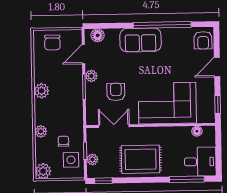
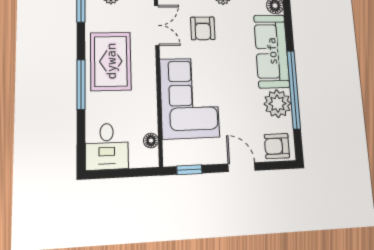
plant: (172, 38) -> (277, 104), added
sofa: (140, 40) -> (272, 51), width x1.36
armchair: (116, 92) -> (203, 28), turned 90
window: (187, 179) -> (81, 84), moved

